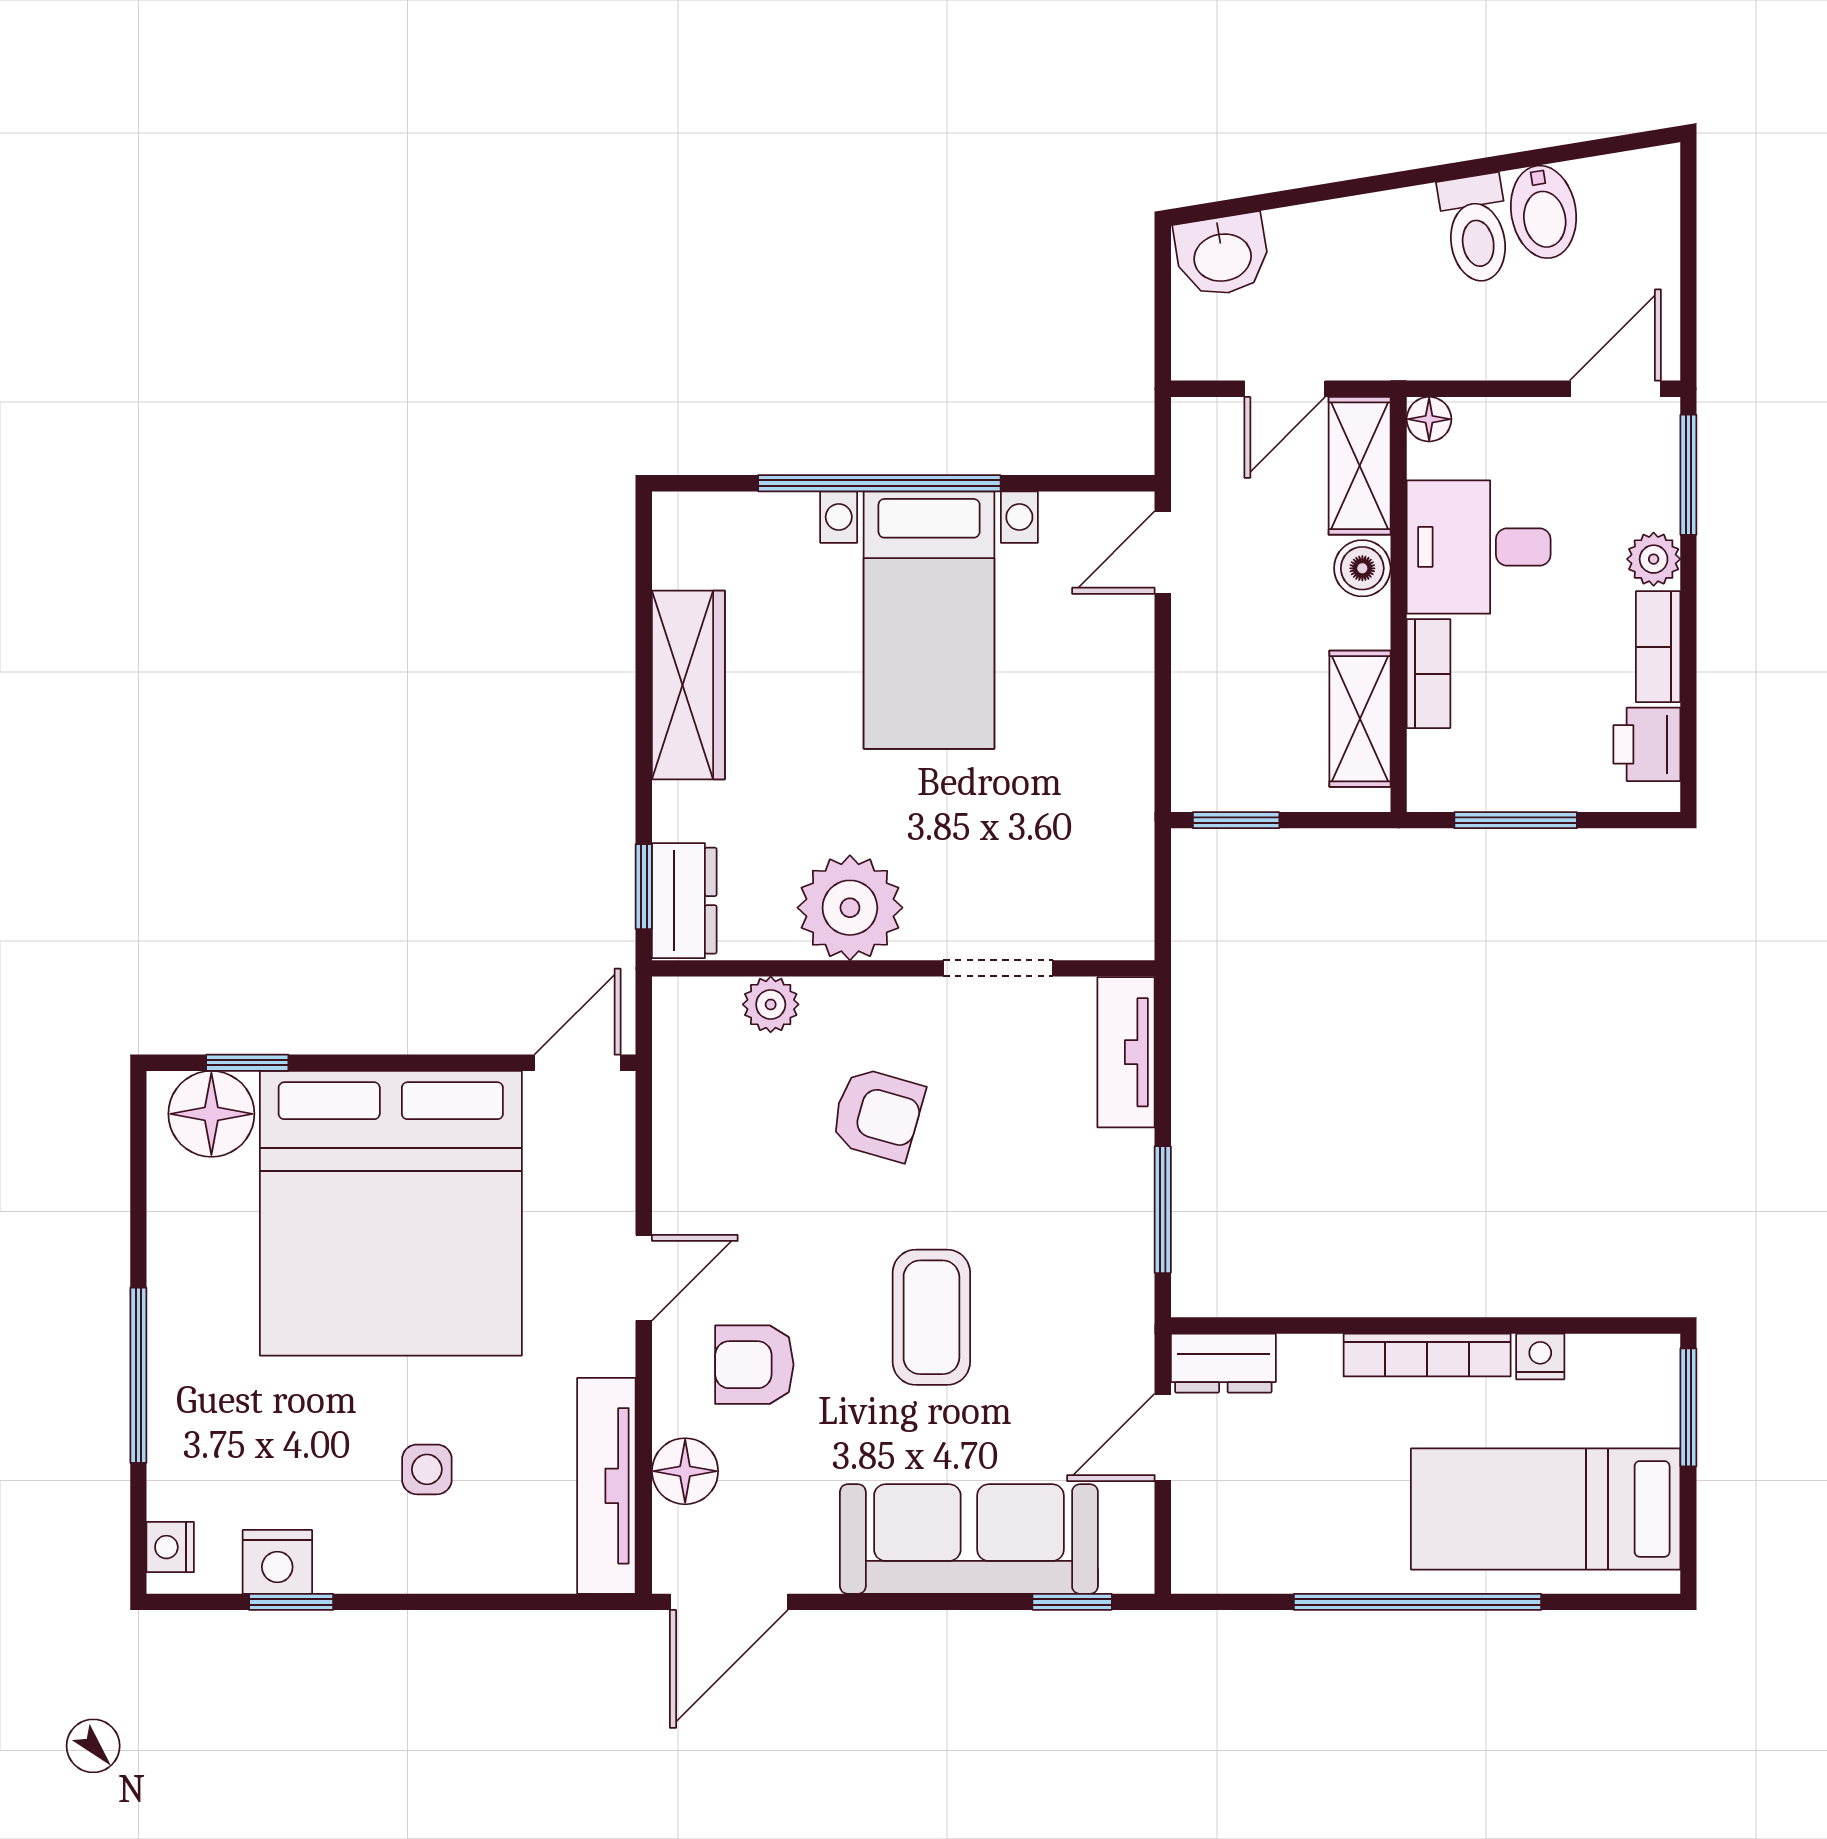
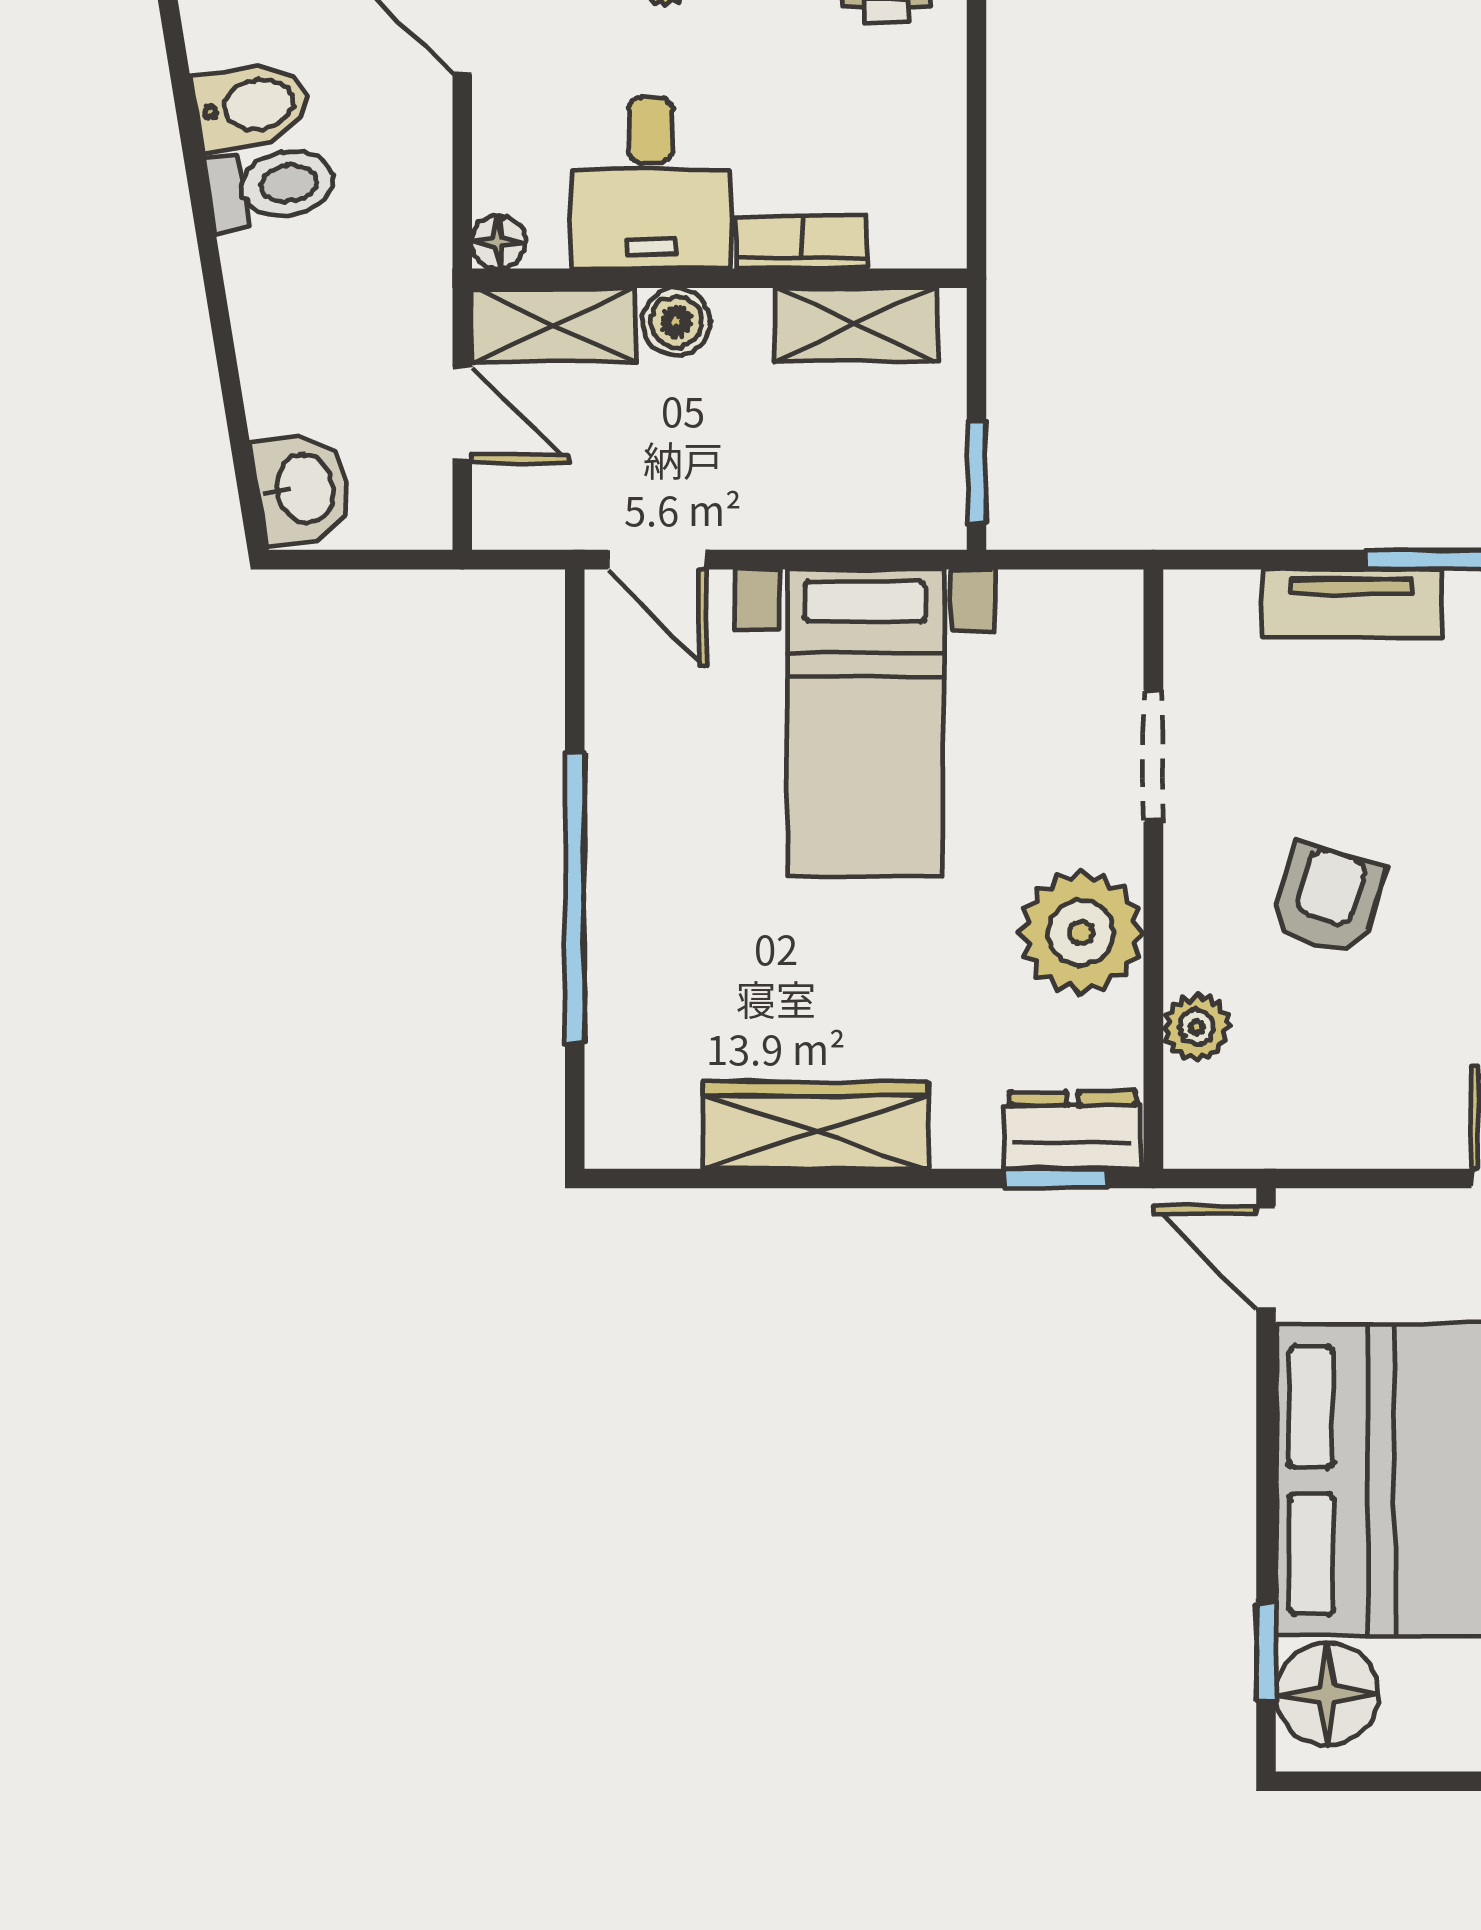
bed with nightstands: (929, 620) -> (865, 723), moved, turned 90
window: (1516, 820) -> (977, 139), removed
tv unit: (1126, 1052) -> (1352, 603), moved

